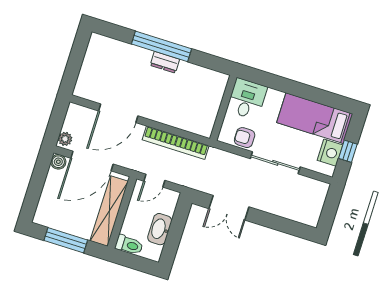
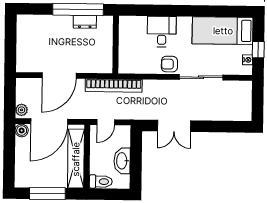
wall: (223, 108) -> (116, 45), moved
nightstand: (330, 153) -> (248, 60), width x0.53, depth x0.56

